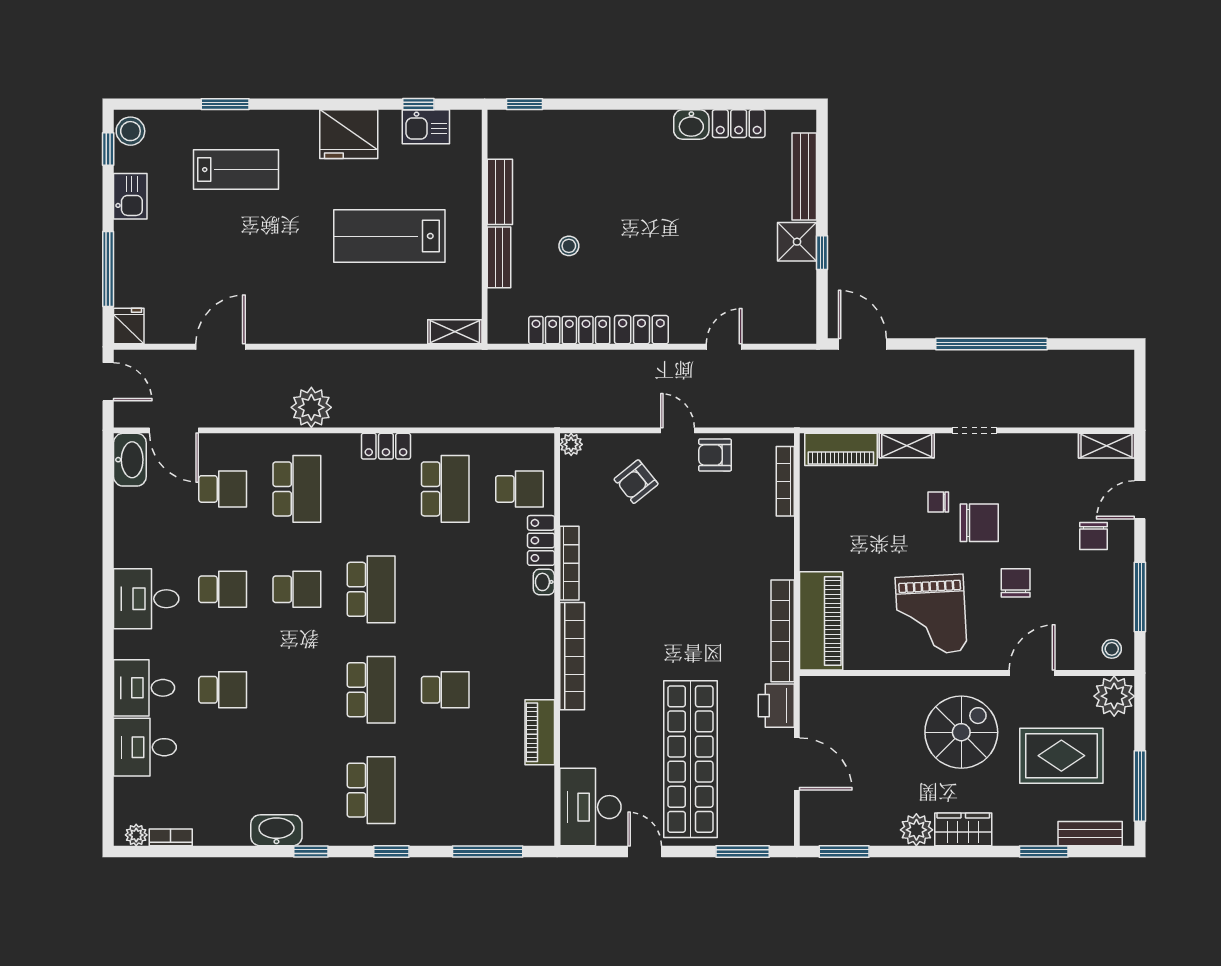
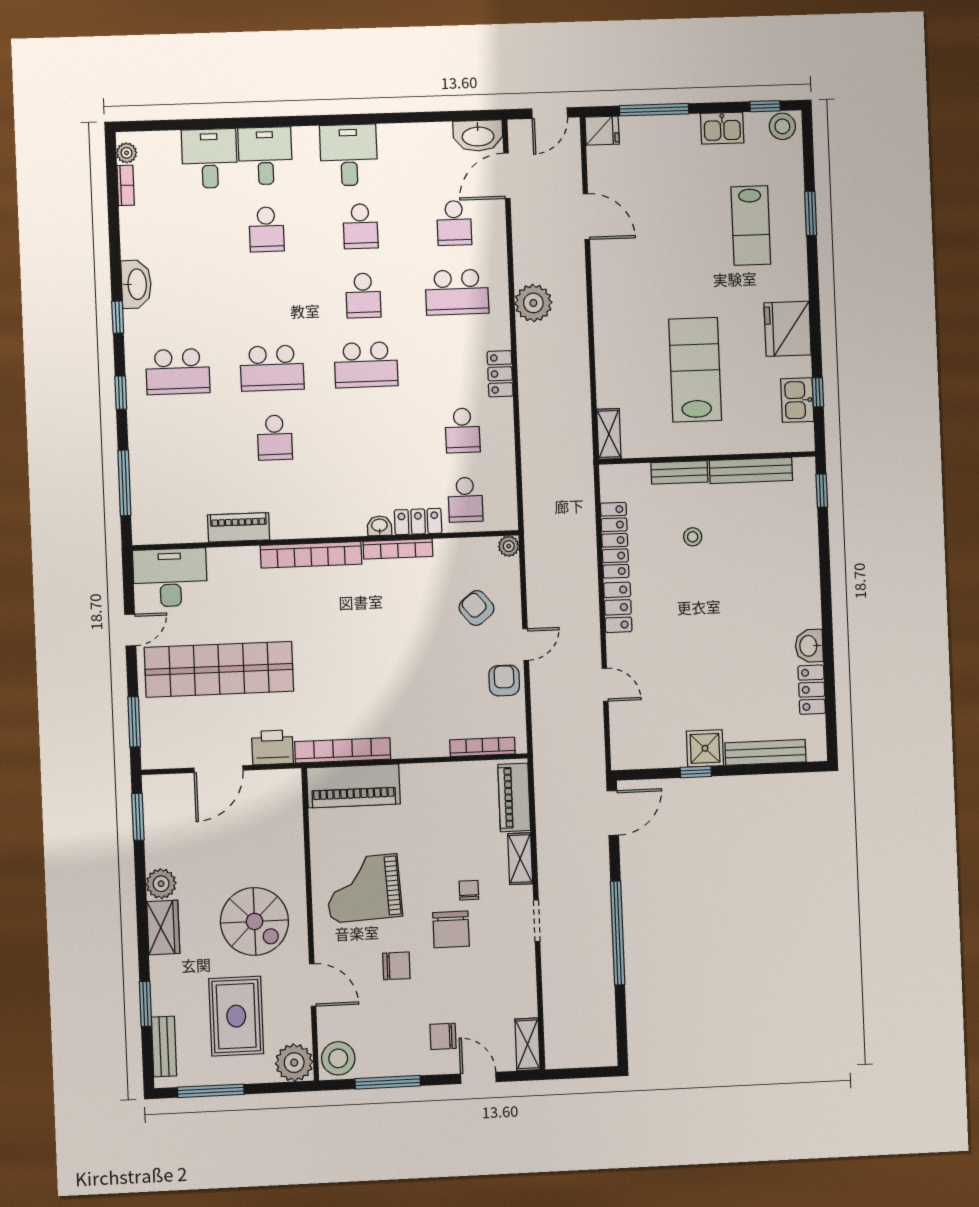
bench: (500, 192) -> (751, 470), width x1.36
school desk: (445, 489) -> (463, 431), width x0.54
stool: (1112, 649) -> (338, 1058), width x1.89, depth x1.89

